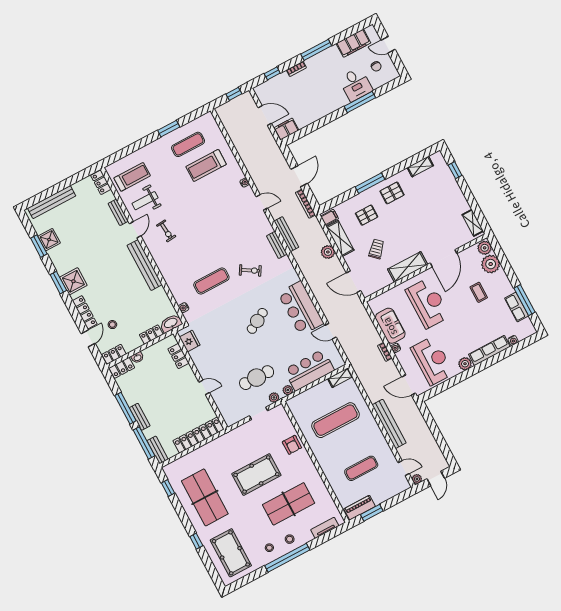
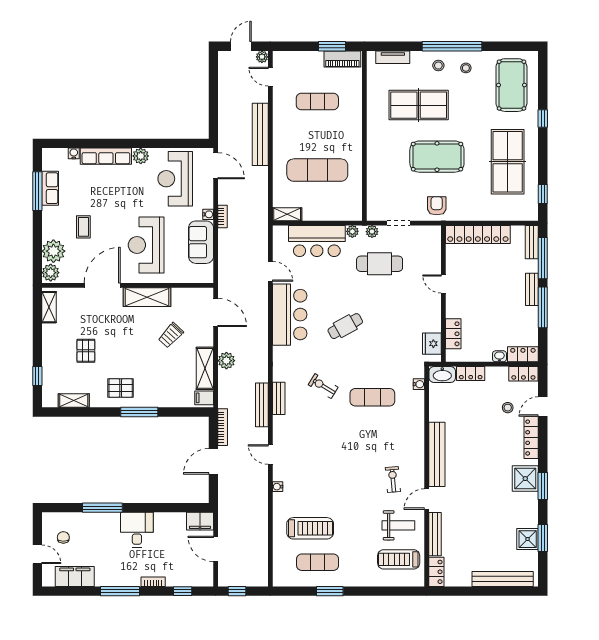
desk: (356, 84) -> (137, 530), moved
bench: (118, 212) -> (435, 534), width x1.36
pallet: (367, 215) -> (86, 351), moved, turned 90
armchair: (292, 445) -> (437, 206), moved

